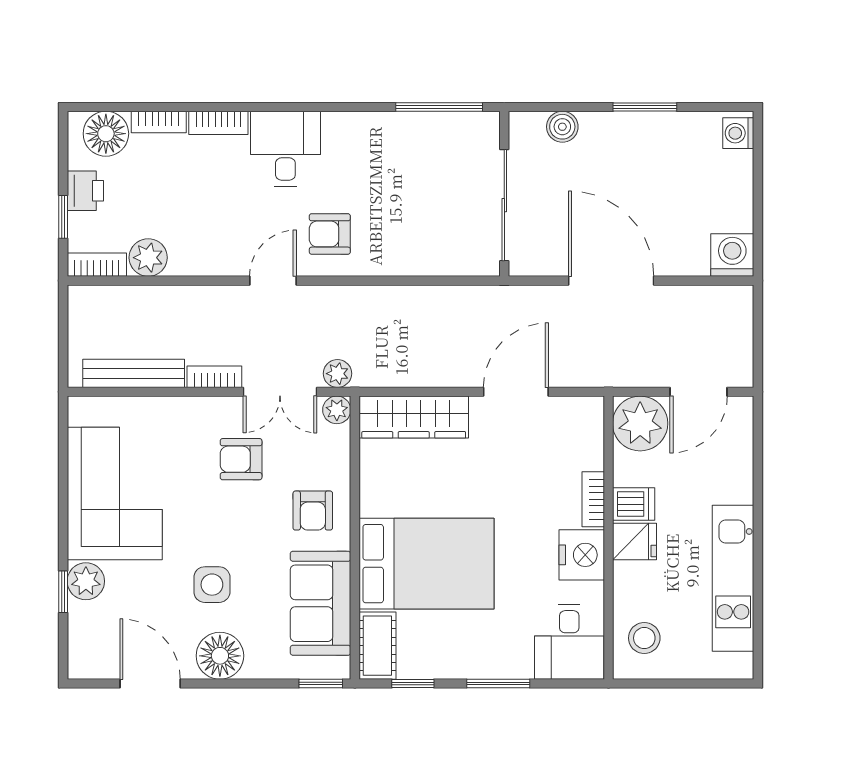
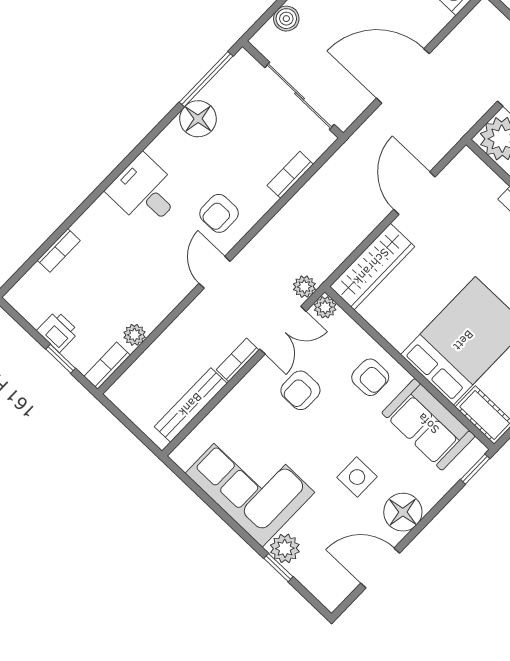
bookcase: (218, 123) -> (290, 175), moved, turned 180
floor lamp: (106, 134) -> (198, 119), moved
plant: (148, 258) -> (135, 335), width x0.73, depth x0.73

